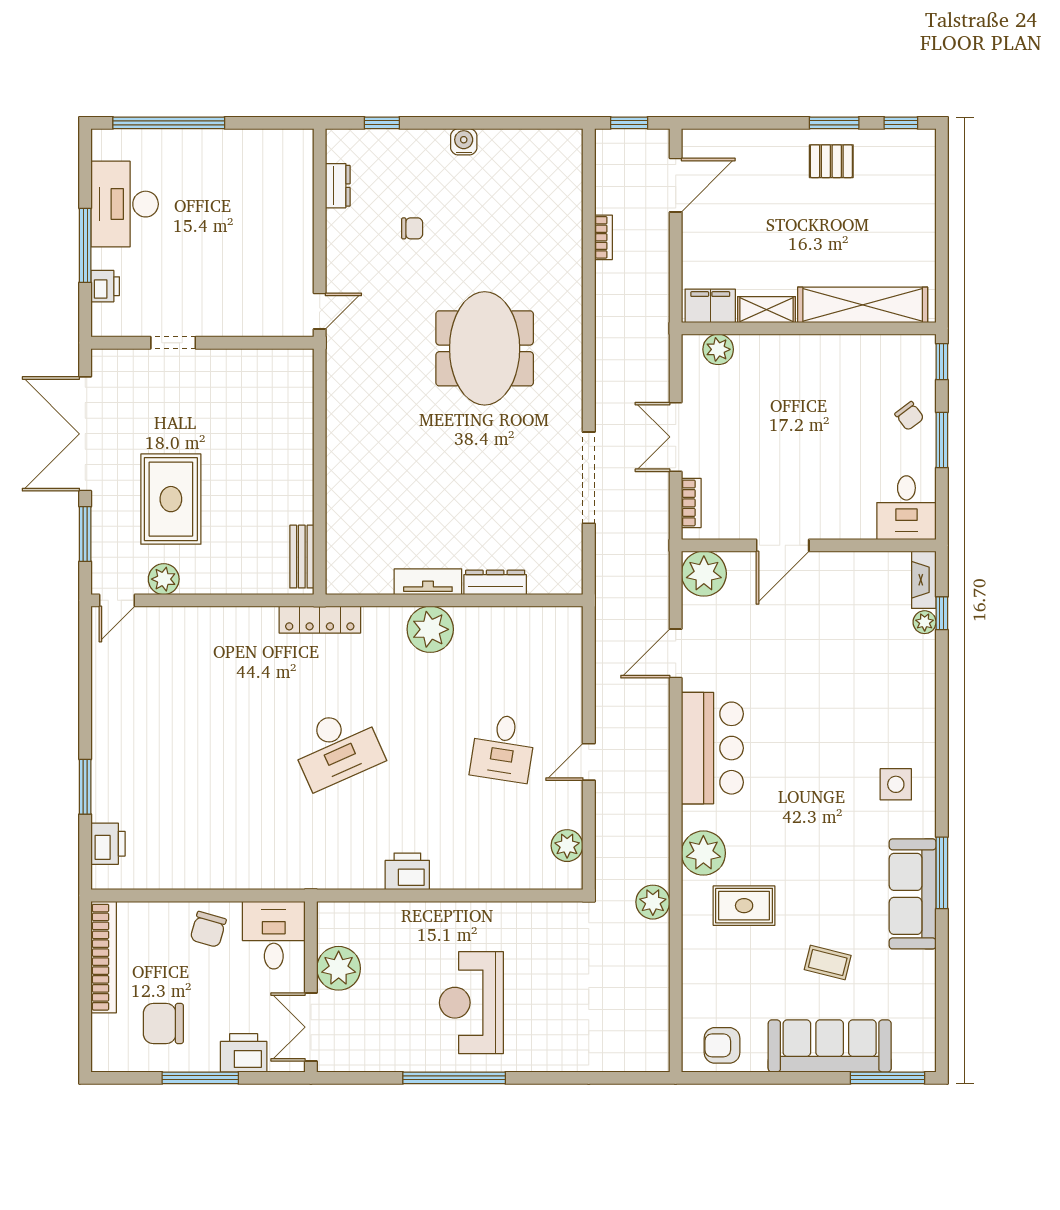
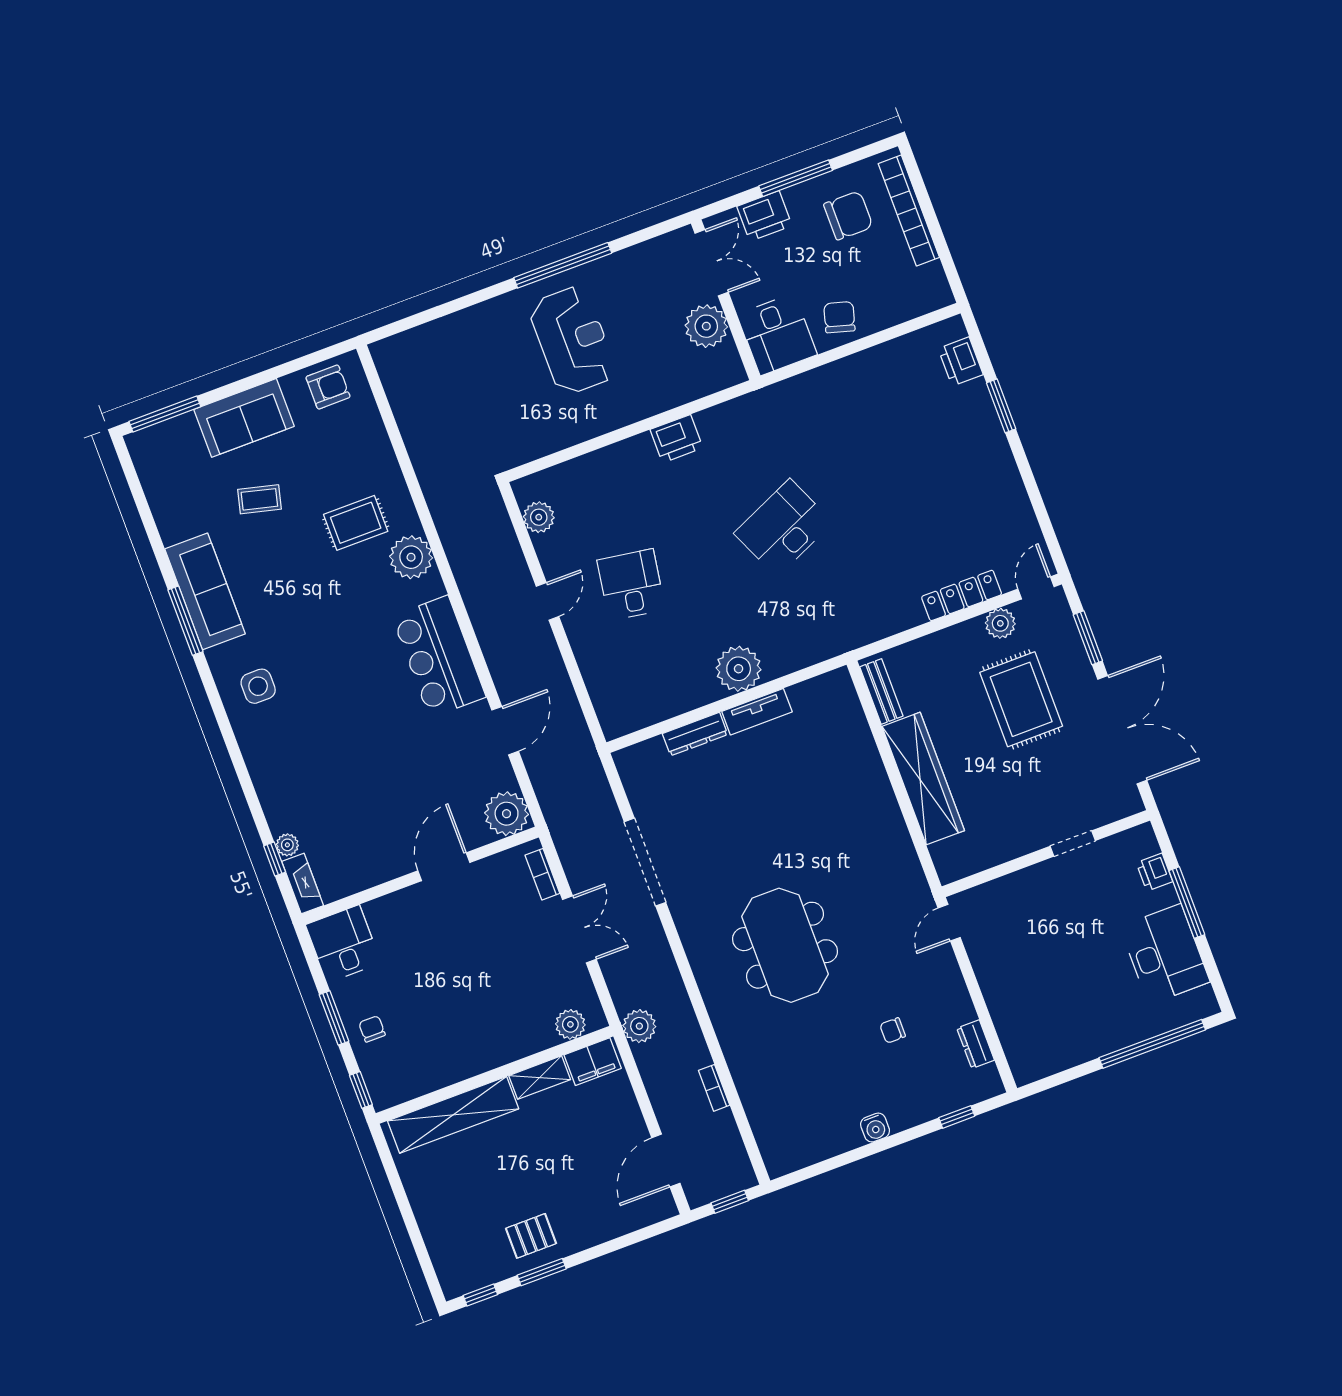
chair: (909, 416) -> (372, 1029), turned 37
wardrobe: (293, 458) -> (923, 779), added
locker: (320, 620) -> (962, 595), moved
plant: (653, 902) -> (639, 1026), moved
bookcase: (104, 957) -> (909, 210), moved
sofa: (830, 1046) -> (244, 418), width x0.73

